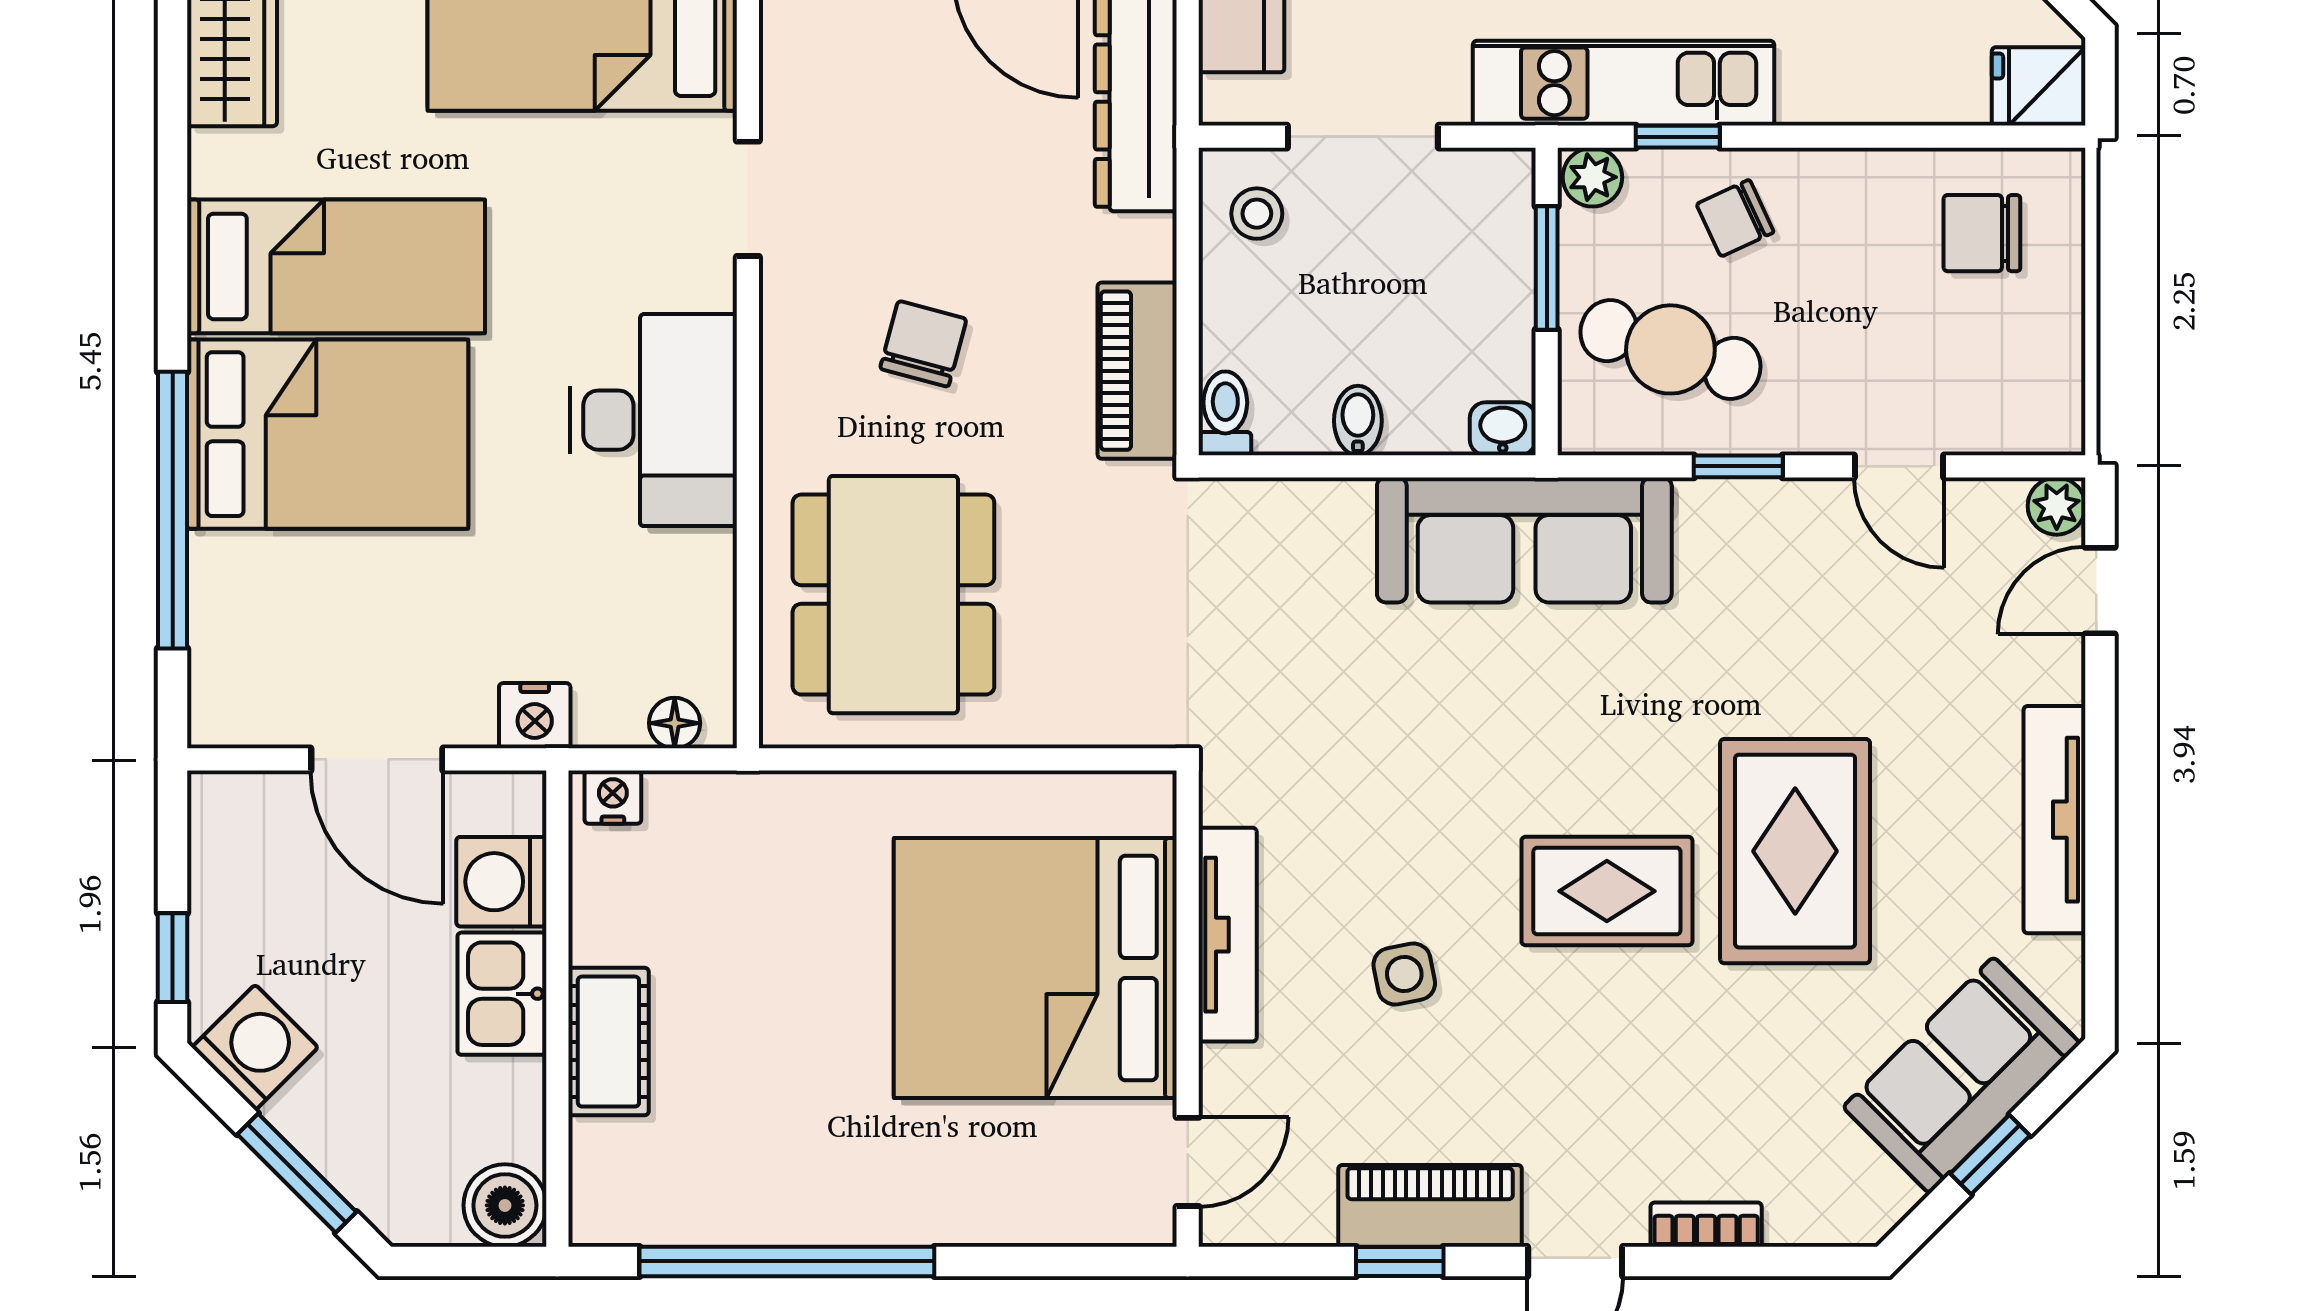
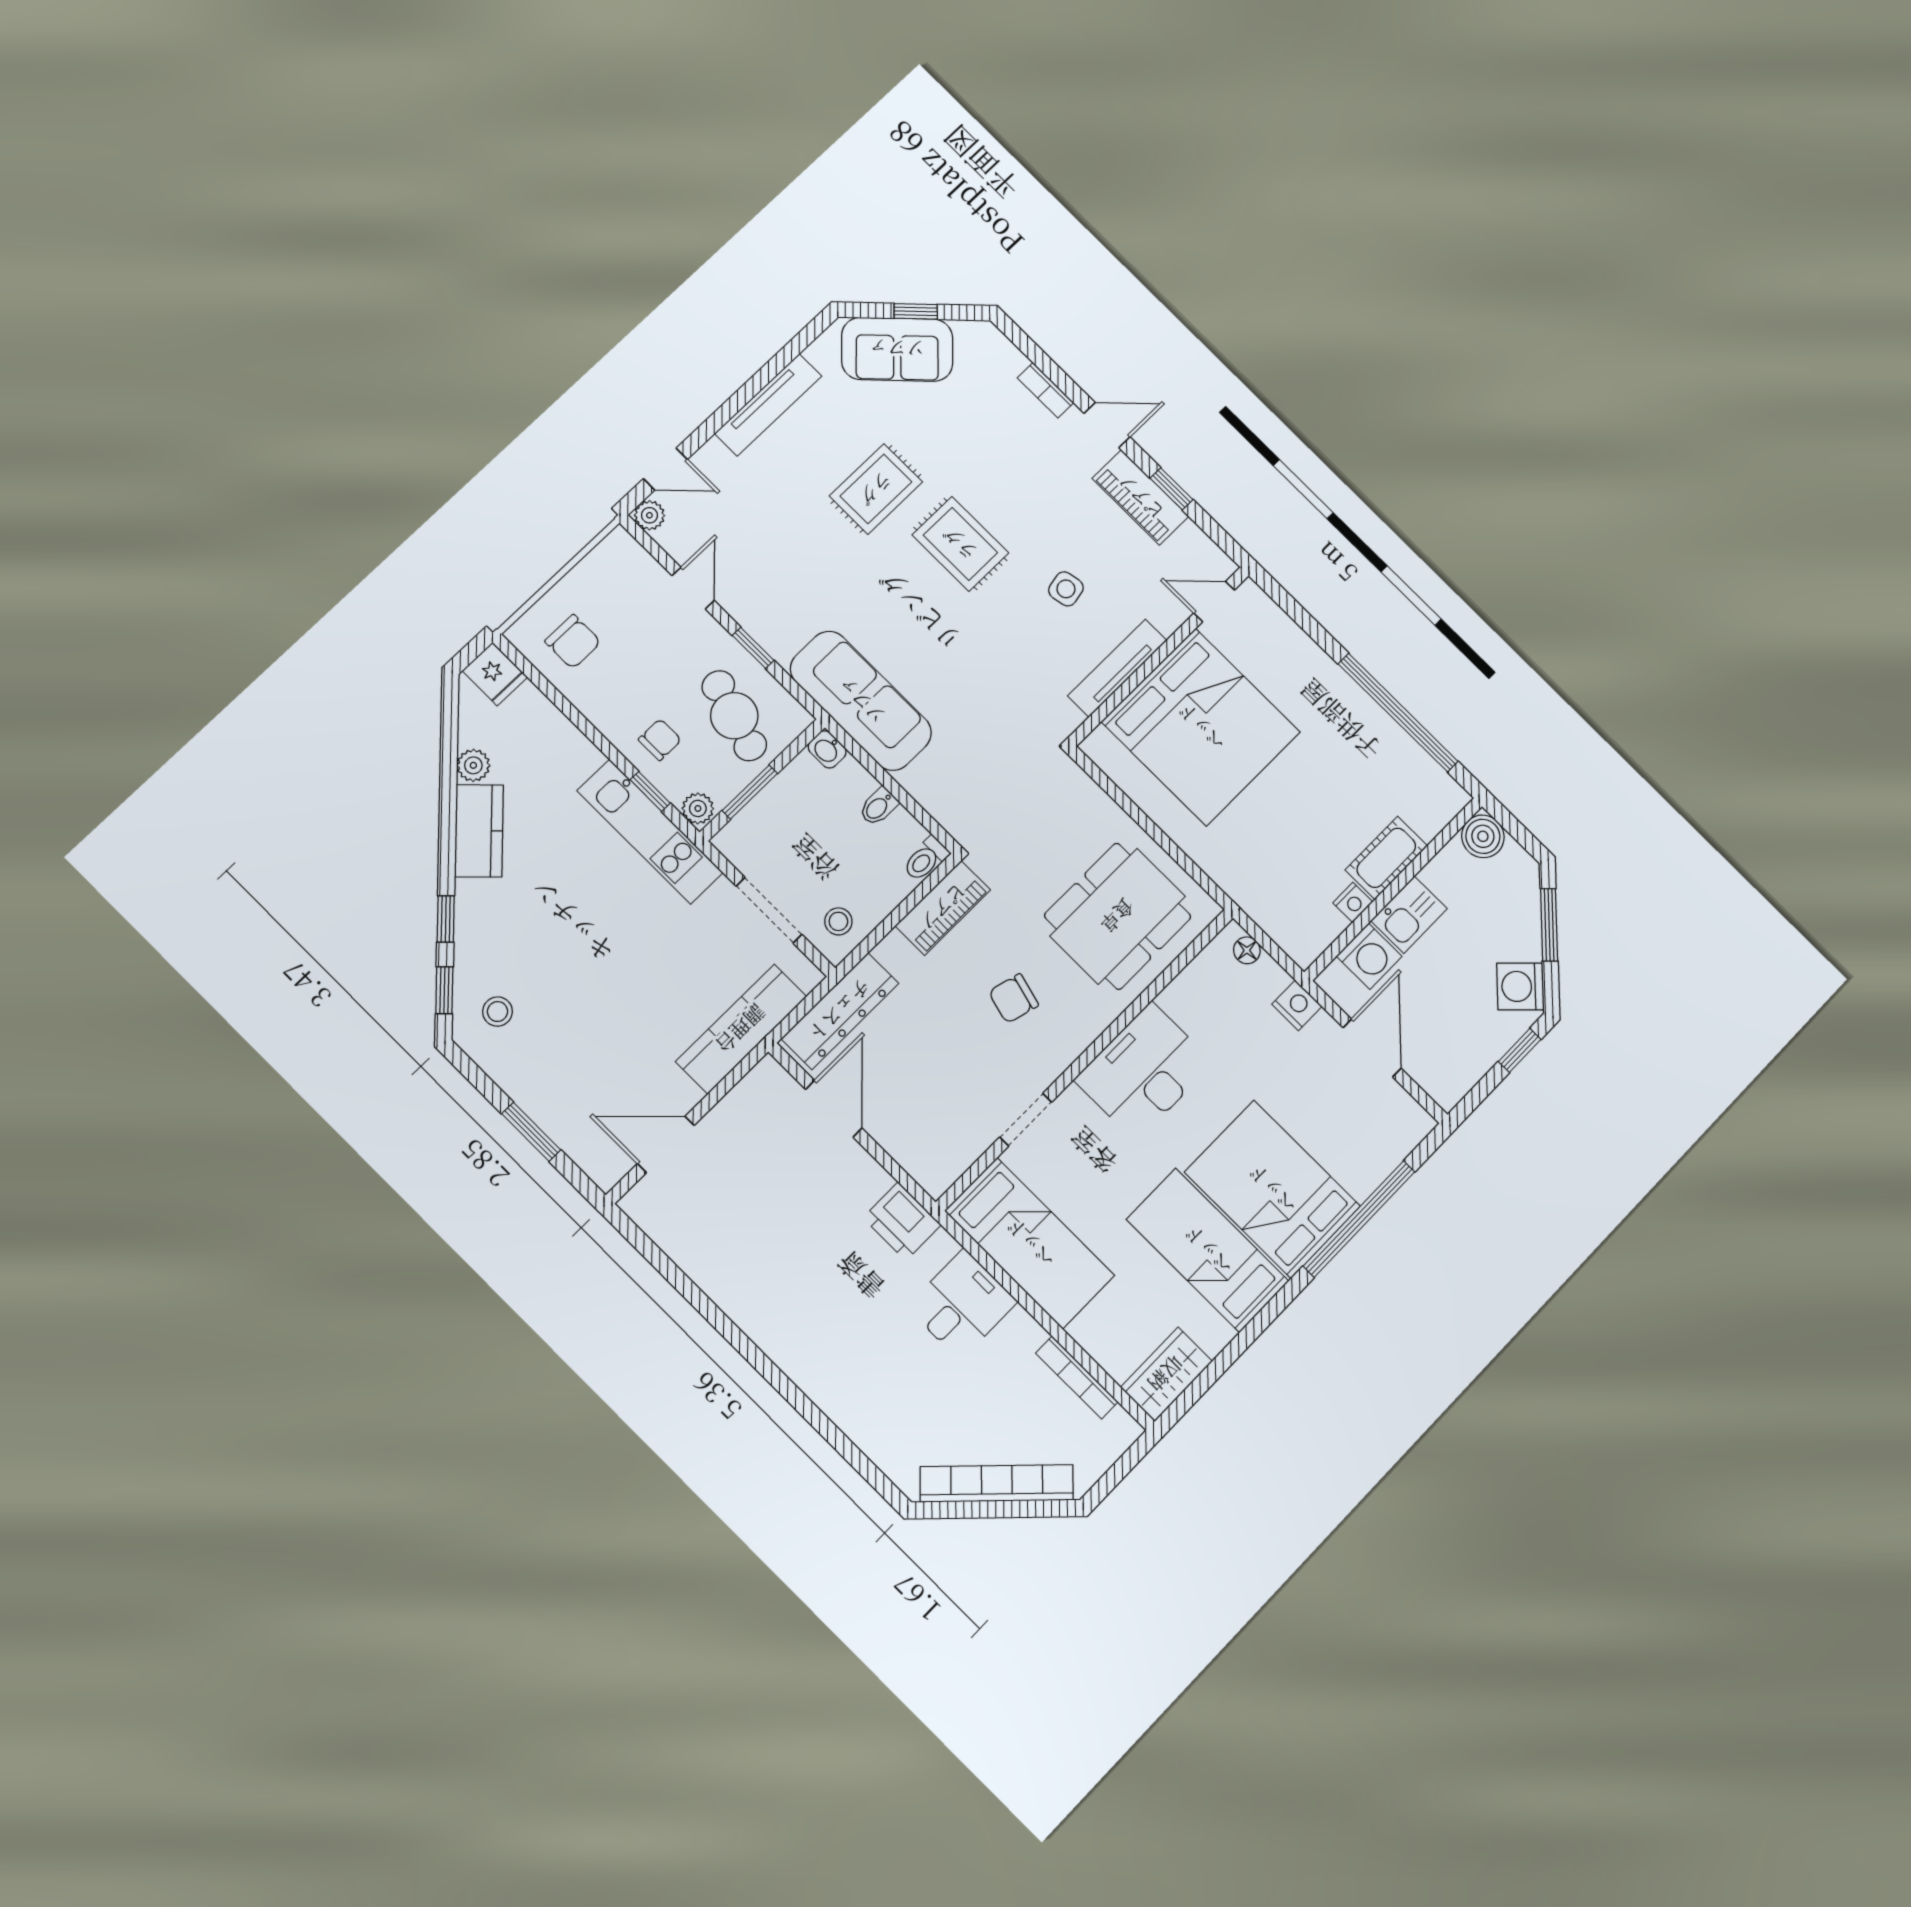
chair: (1735, 218) -> (660, 740), turned -65
nightstand: (613, 797) -> (1353, 902), moved, turned -90
rug: (1795, 851) -> (876, 489), width x0.73, depth x0.70

